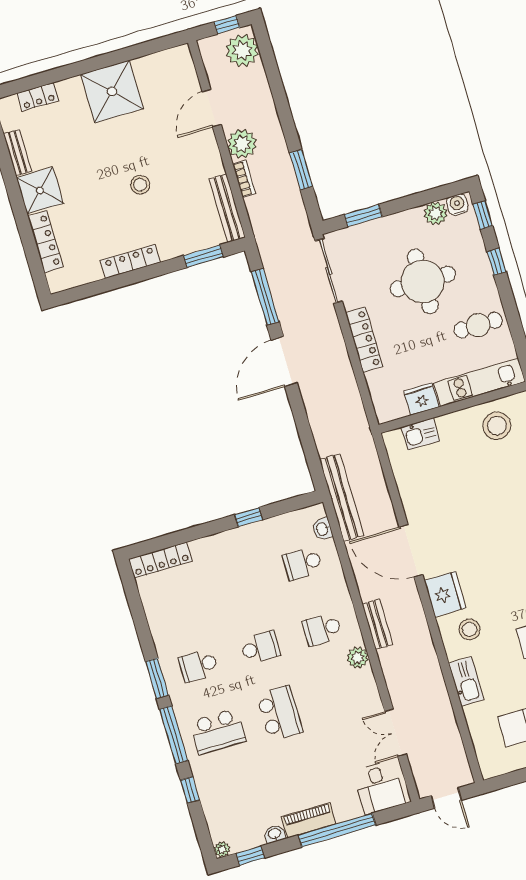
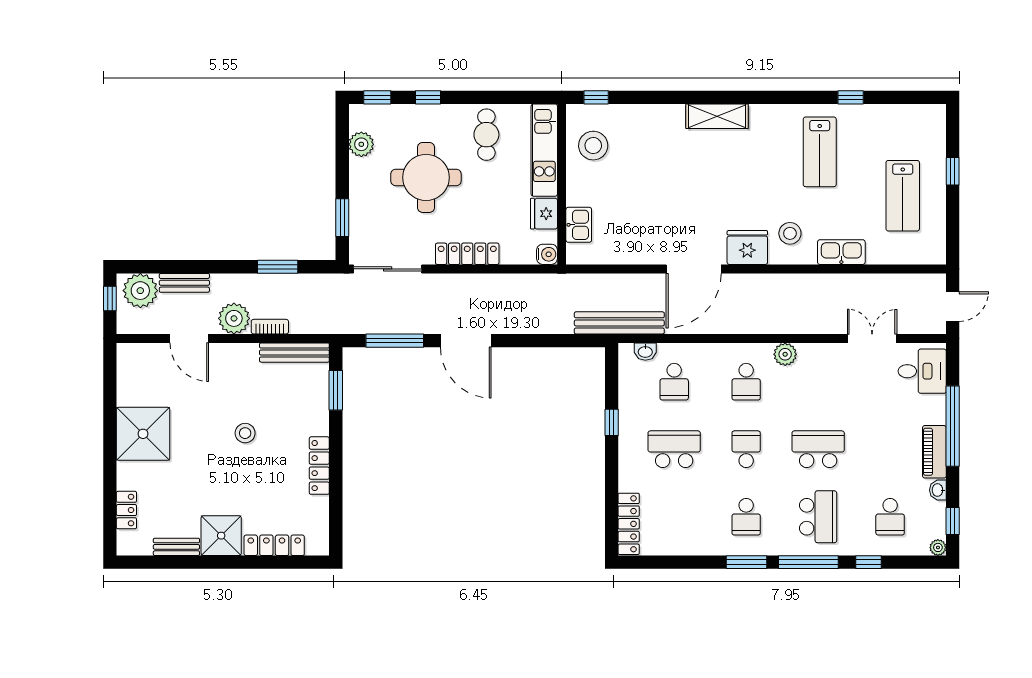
water cooler: (457, 205) -> (547, 254), moved, turned 180
school desk: (241, 582) -> (674, 449), added
bench: (377, 624) -> (184, 283), moved
double door: (396, 733) -> (872, 338), swing flipped
school desk: (237, 797) -> (890, 517), added

